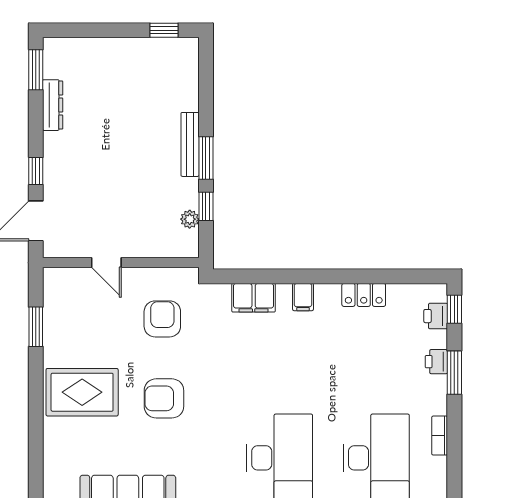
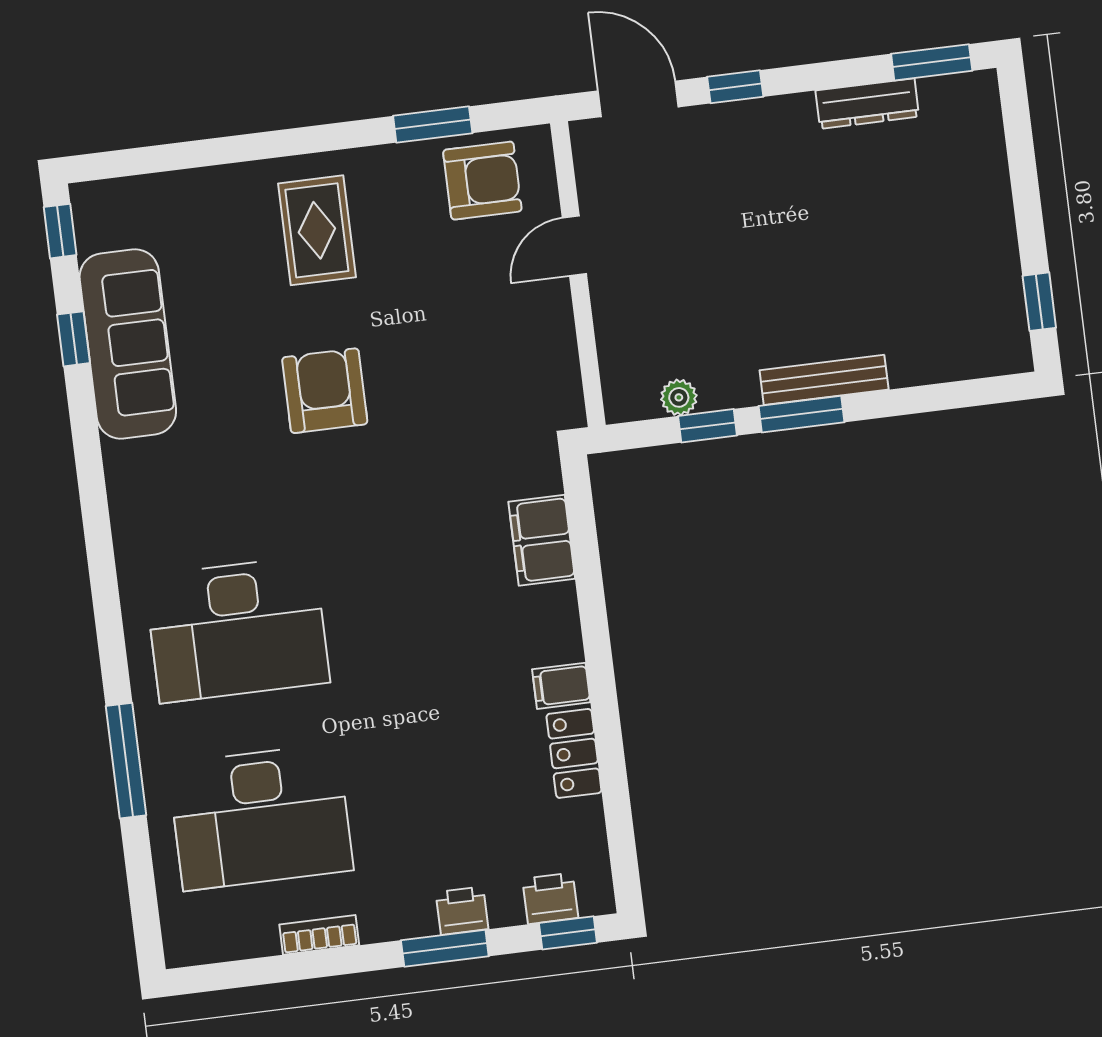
filing cabinet: (303, 297) -> (561, 686), moved
armchair: (162, 319) -> (482, 181), moved
rug: (82, 392) -> (317, 230), width x0.73, depth x0.70

